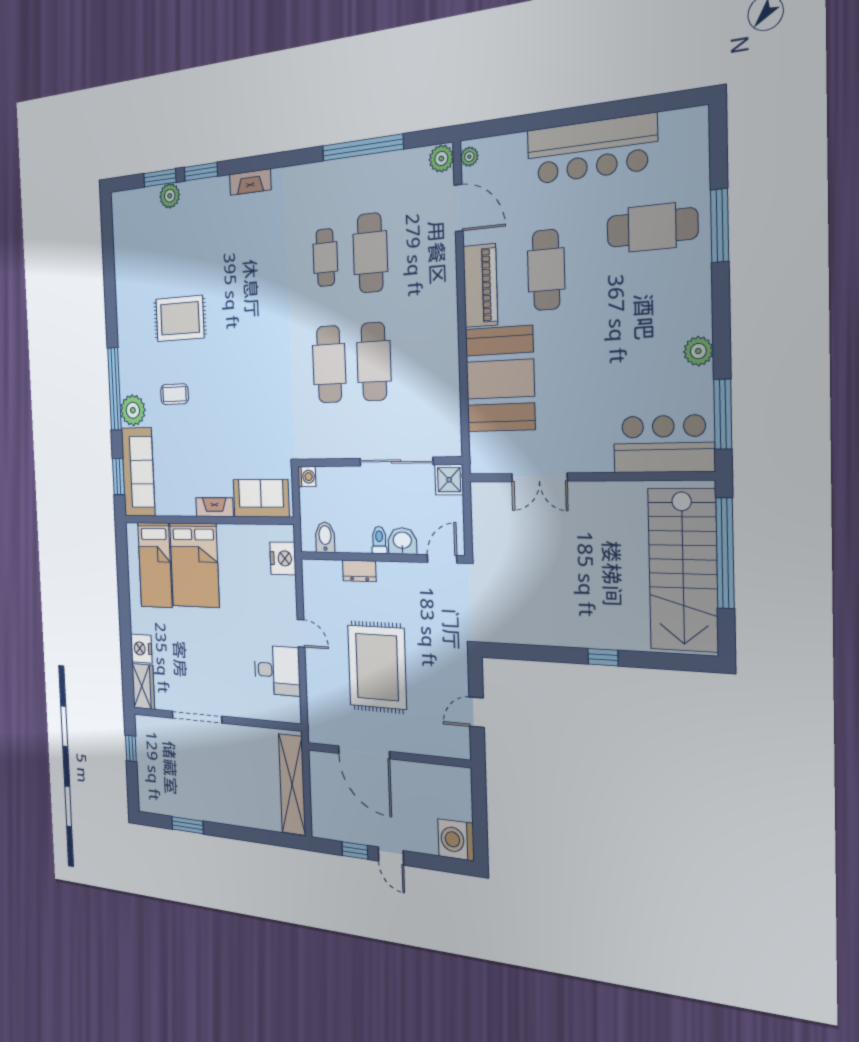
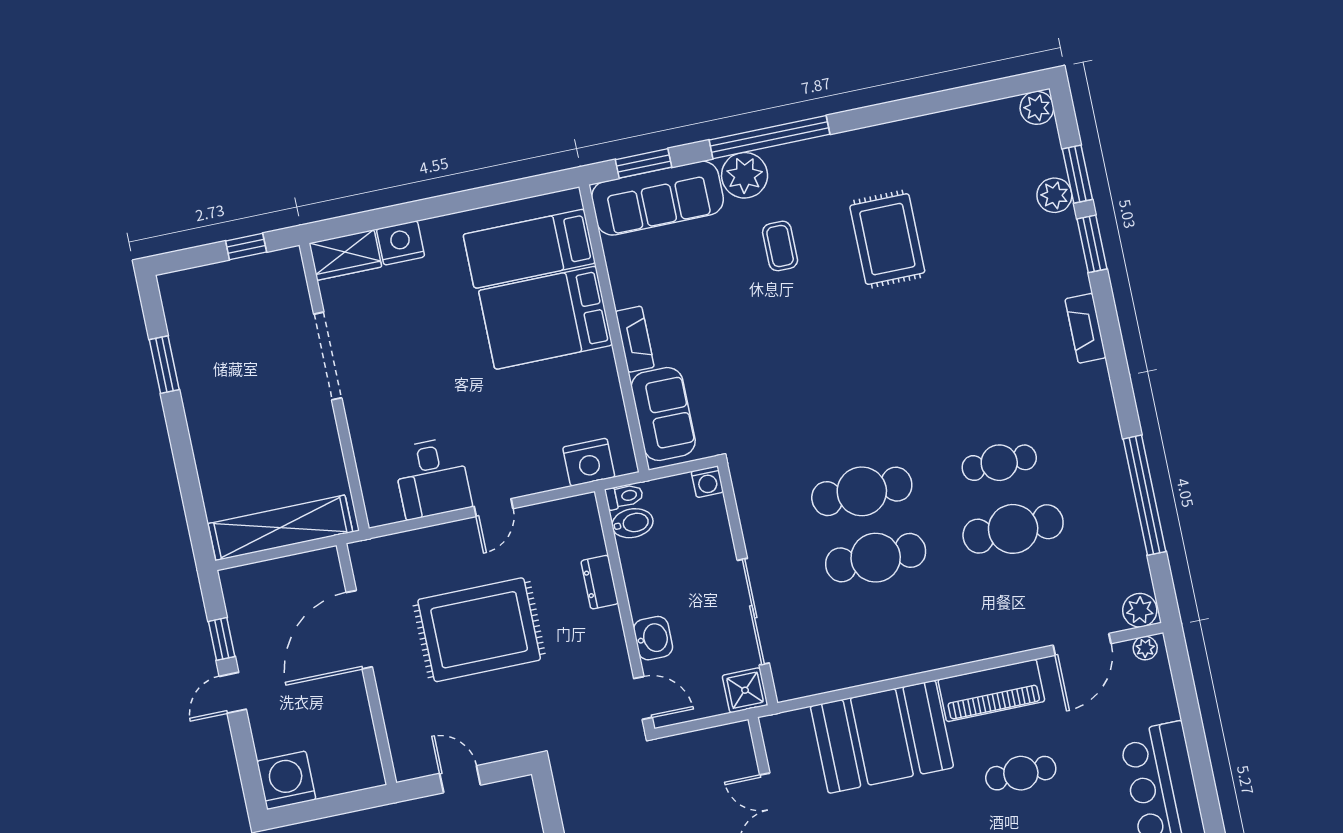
plant: (120, 202) -> (1037, 108), added
cafe table: (546, 270) -> (1021, 773), width x0.73, depth x0.74
toilet: (379, 540) -> (624, 496), moved

